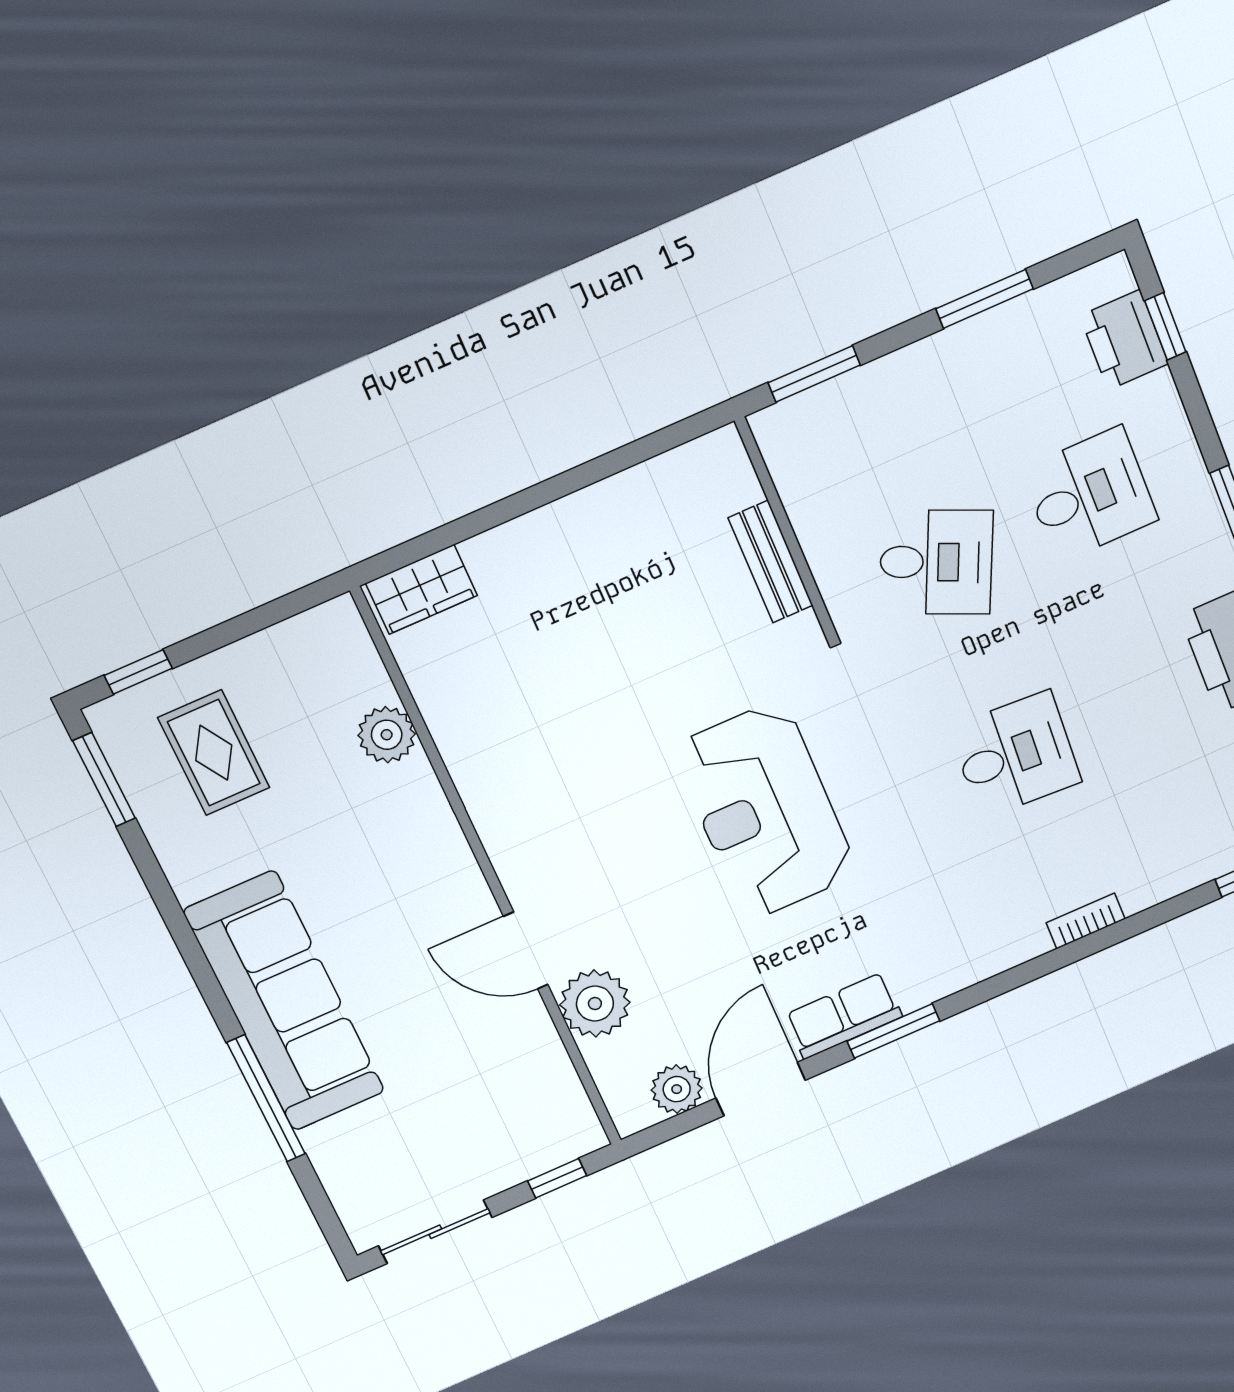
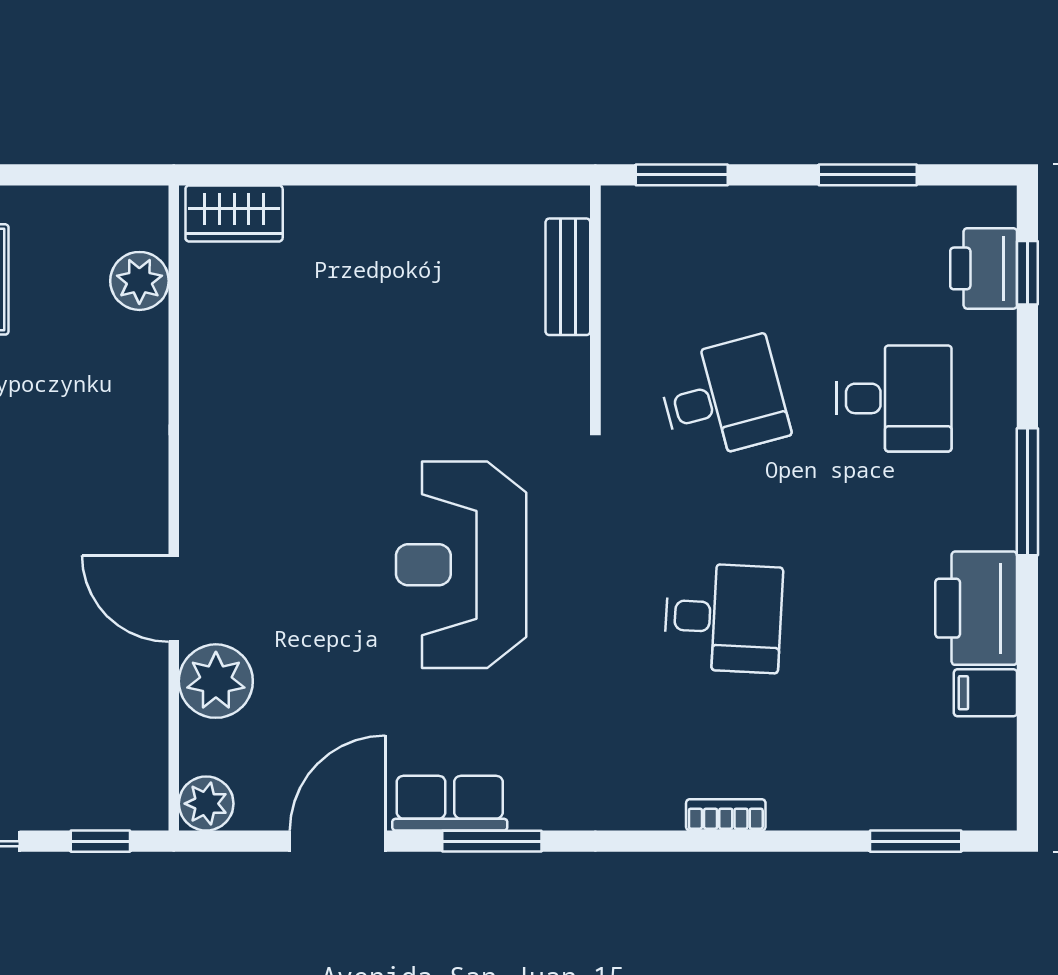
bench: (771, 562) -> (568, 277), moved
desk: (936, 562) -> (723, 398), turned -39
plant: (387, 735) -> (139, 281), moved
plant: (677, 1089) -> (206, 804), moved

